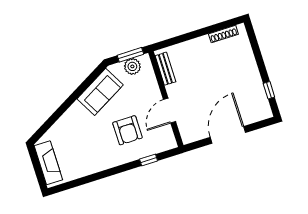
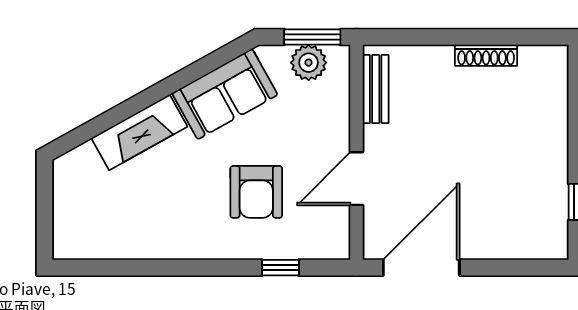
shoe rack: (223, 34) -> (486, 55), moved
door: (228, 135) -> (421, 268), moved
fireplace: (48, 163) -> (139, 132), moved, turned 61

